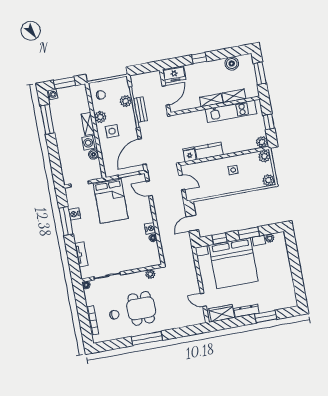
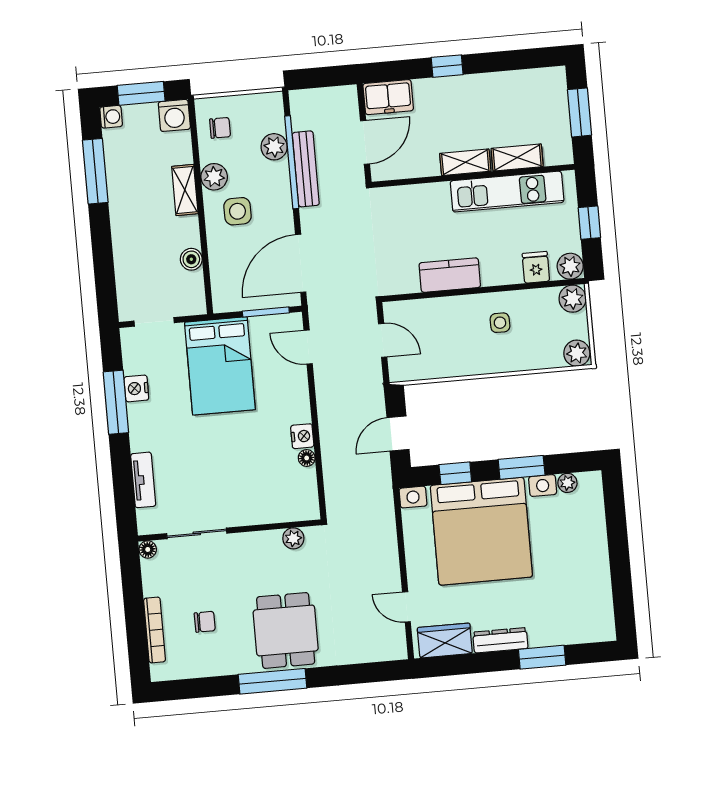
boiler: (232, 64) -> (519, 85), removed
bench: (141, 110) -> (306, 169), width x1.36
washing machine: (89, 143) -> (174, 115), moved, turned -90
fridge: (189, 154) -> (536, 267), moved
dining table: (141, 308) -> (286, 630), moved

